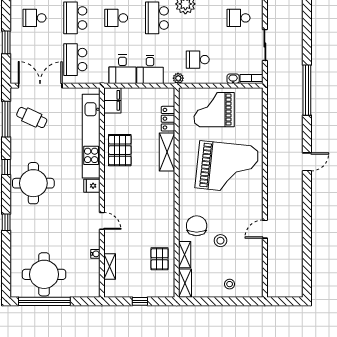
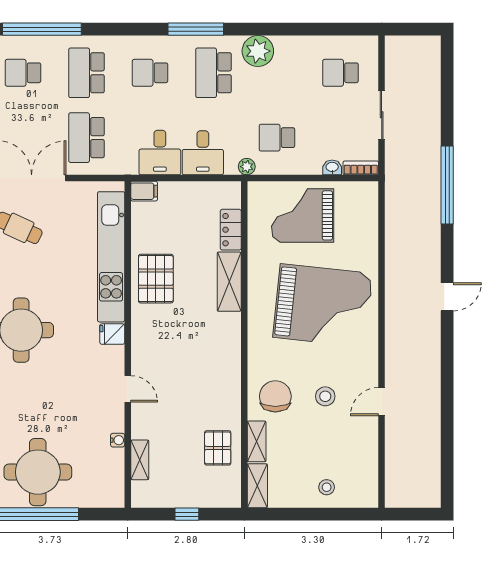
filing cabinet: (112, 100) -> (144, 191), width x0.50
stool: (220, 241) -> (325, 396), moved

